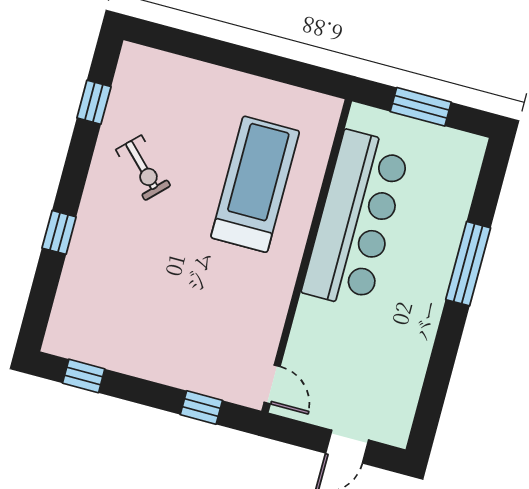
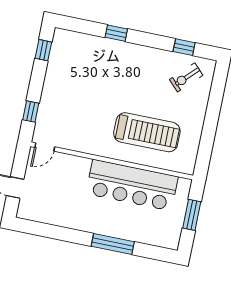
exercise bike: (143, 168) -> (186, 77), moved

